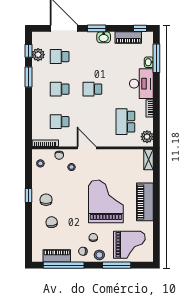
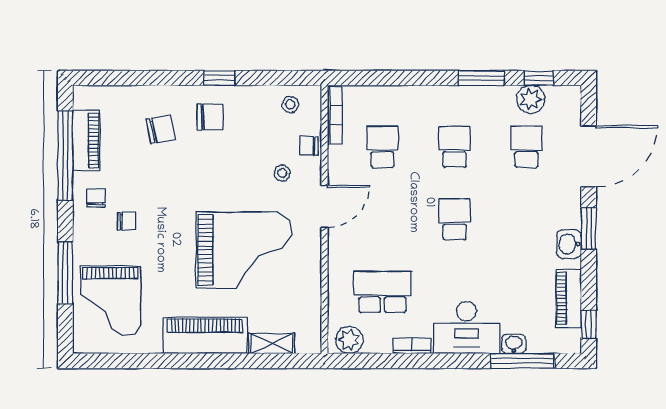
shelving: (149, 159) -> (272, 343), moved
grand piano: (106, 201) -> (243, 250), moved
stool: (99, 255) -> (88, 235), removed

